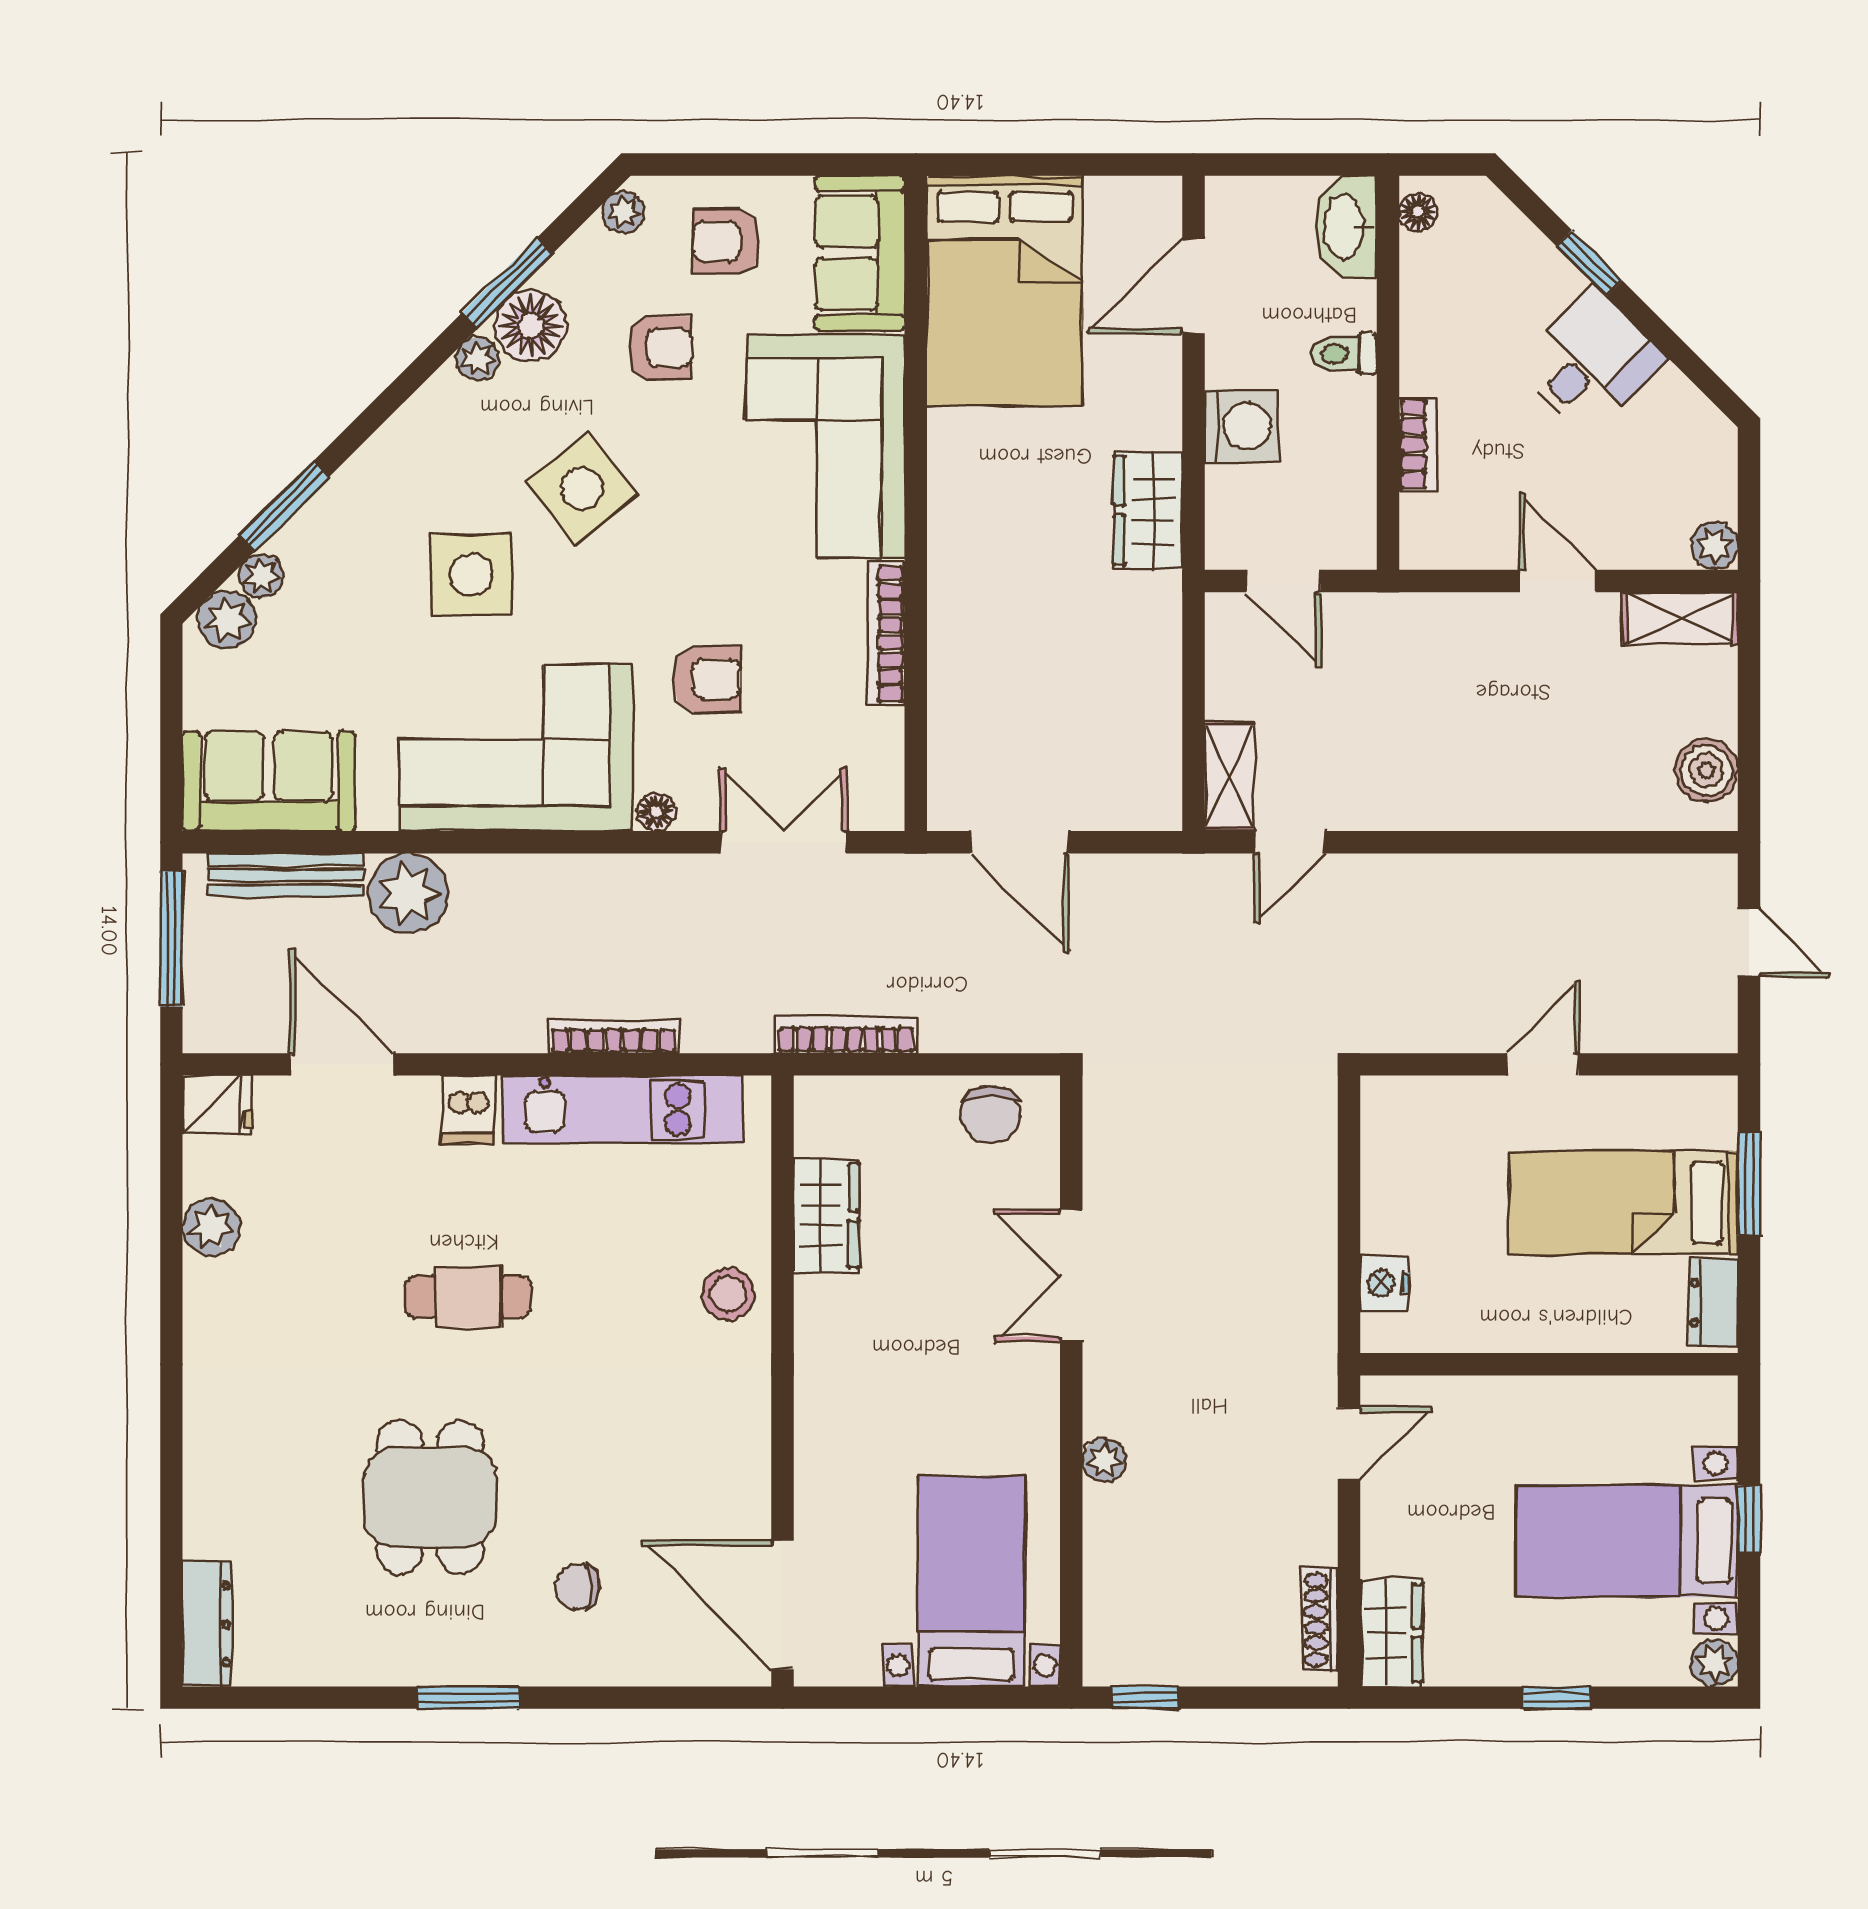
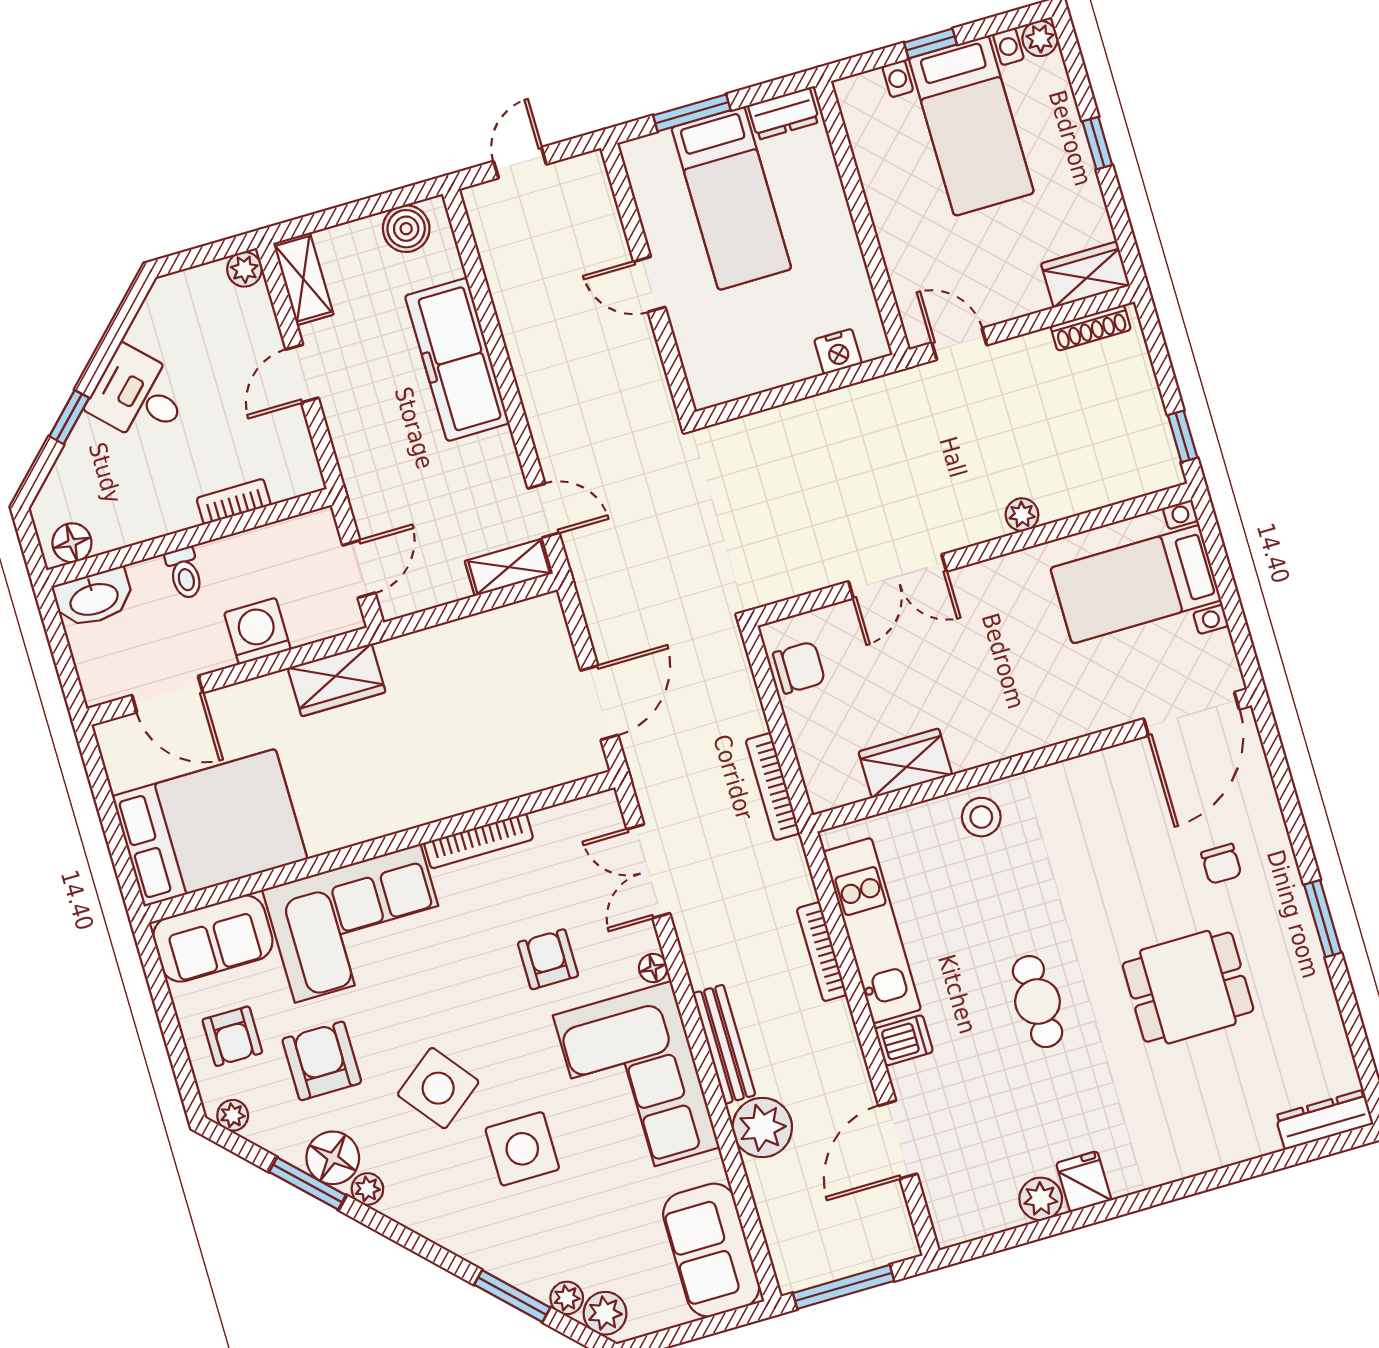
floor lamp: (1418, 212) -> (72, 543), width x1.37, depth x1.37
armchair: (660, 348) -> (322, 1061), width x1.38, depth x1.38
freezer: (1518, 787) -> (457, 360), added
bench: (286, 875) -> (724, 1044), moved
fridge: (217, 1105) -> (1084, 1182), moved

